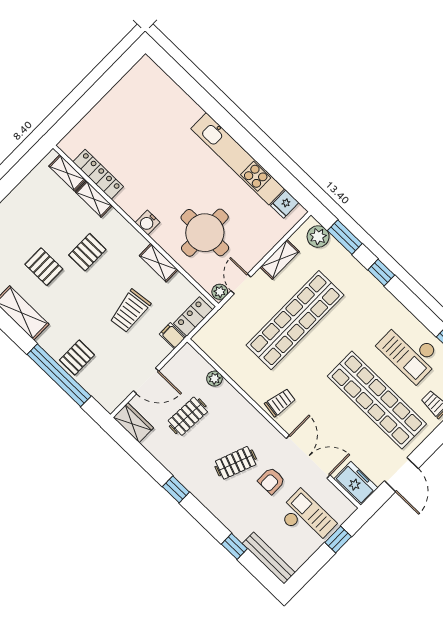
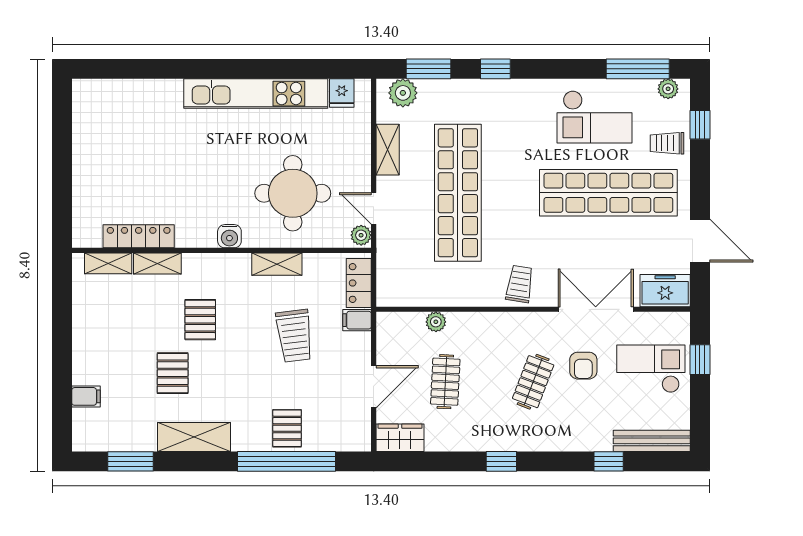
pallet: (44, 267) -> (173, 373), turned 90

